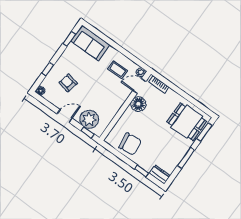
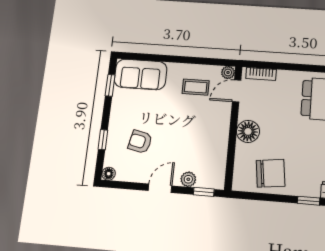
floor lamp: (138, 104) -> (248, 131), moved
plant: (89, 119) -> (188, 179), width x0.53, depth x0.53

